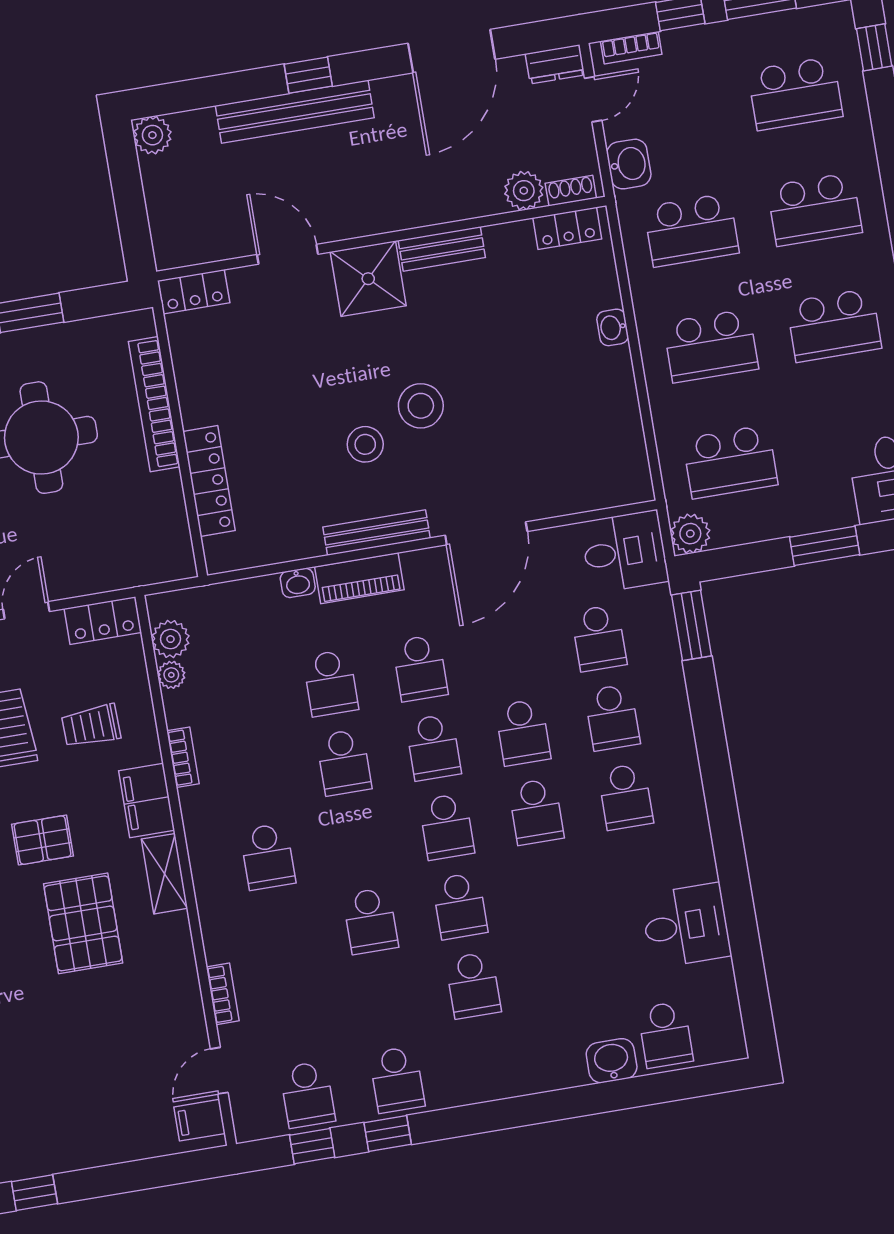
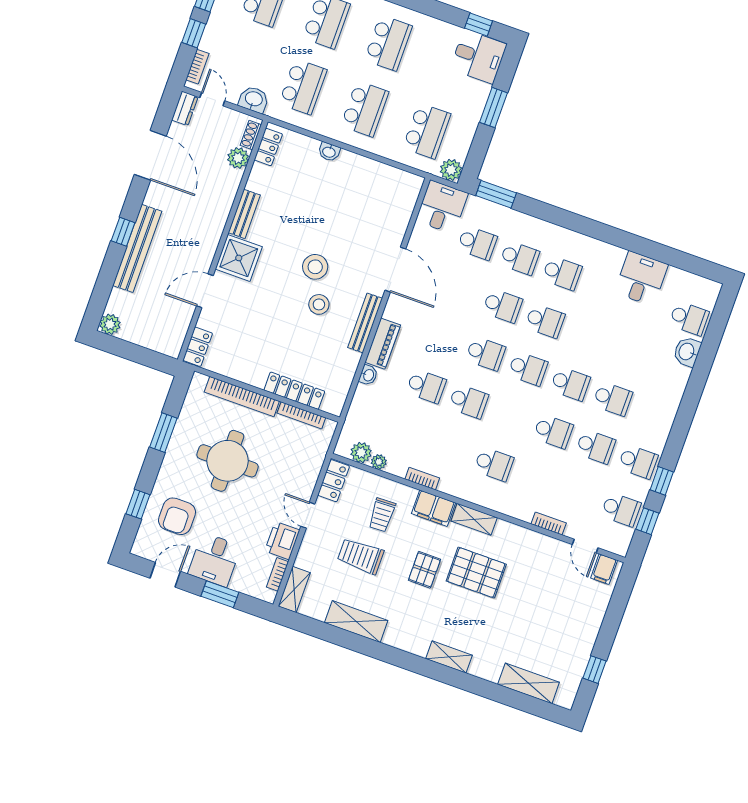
bookcase: (177, 513) -> (301, 415), added
school desk: (420, 668) -> (596, 447), moved

